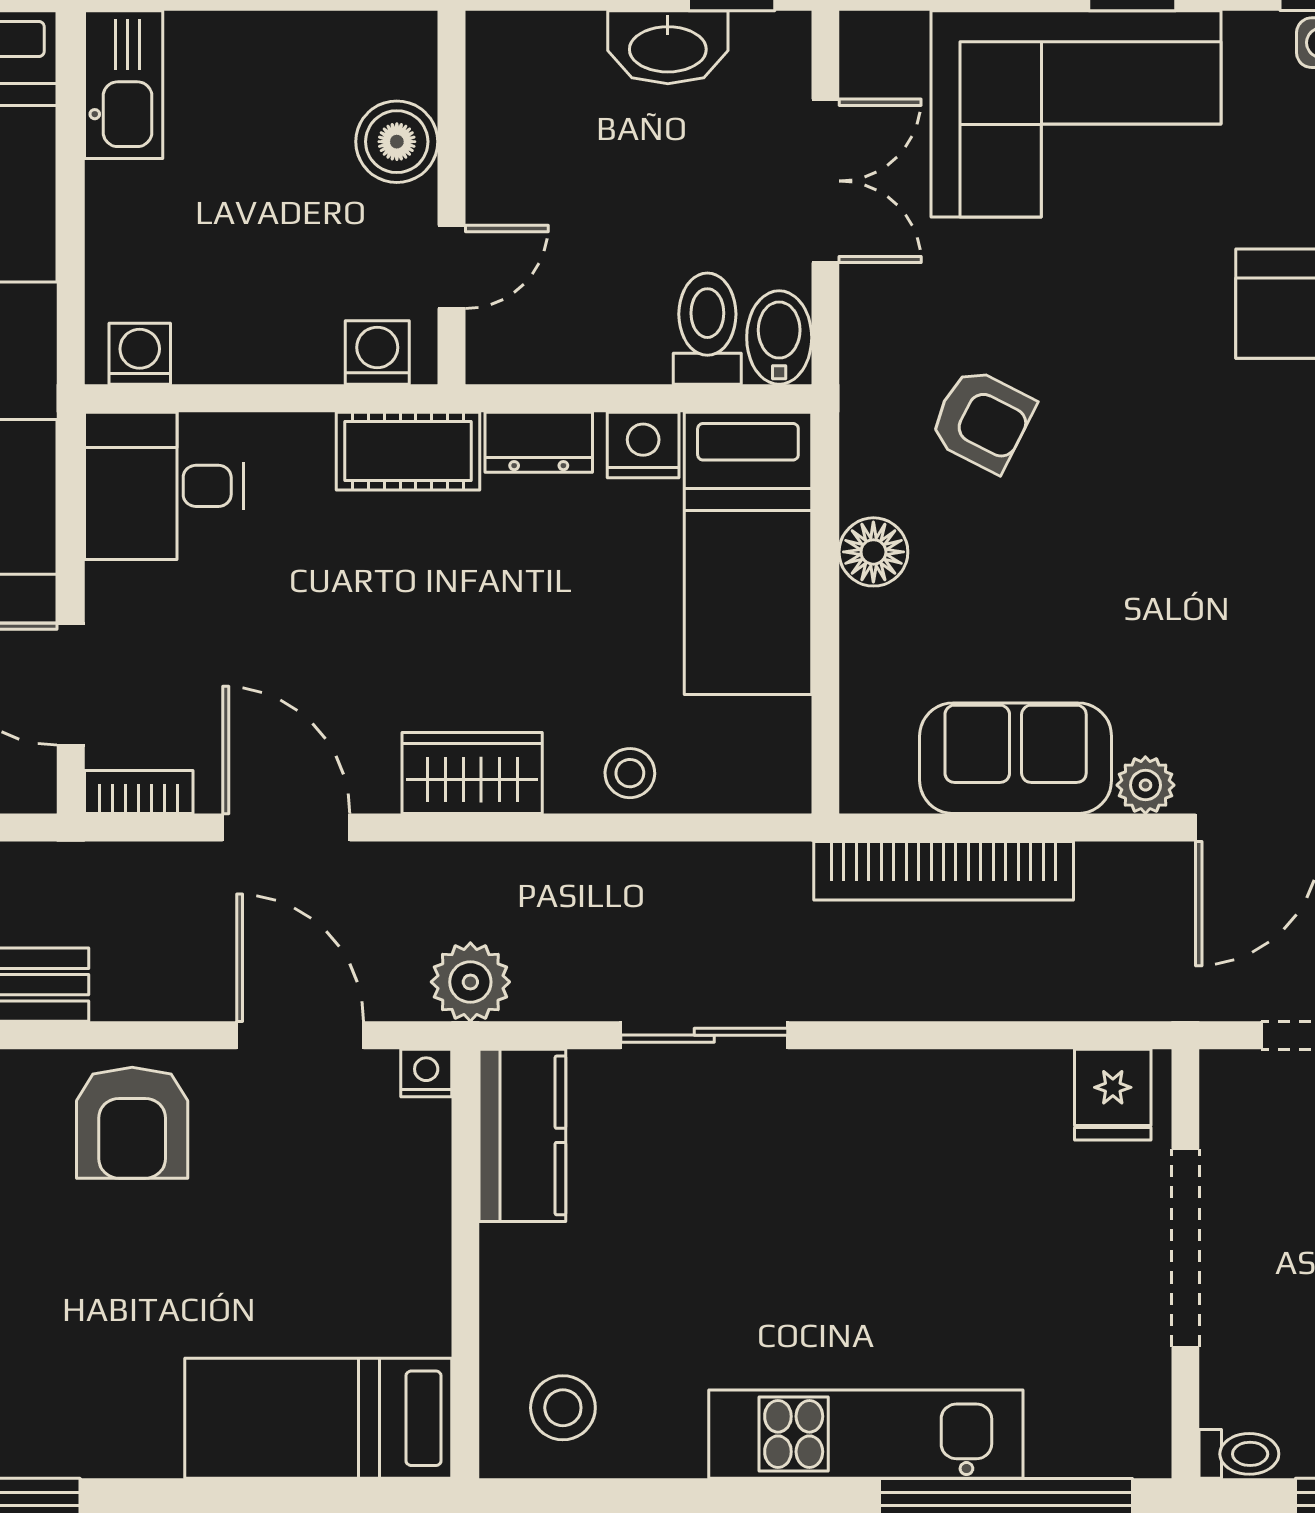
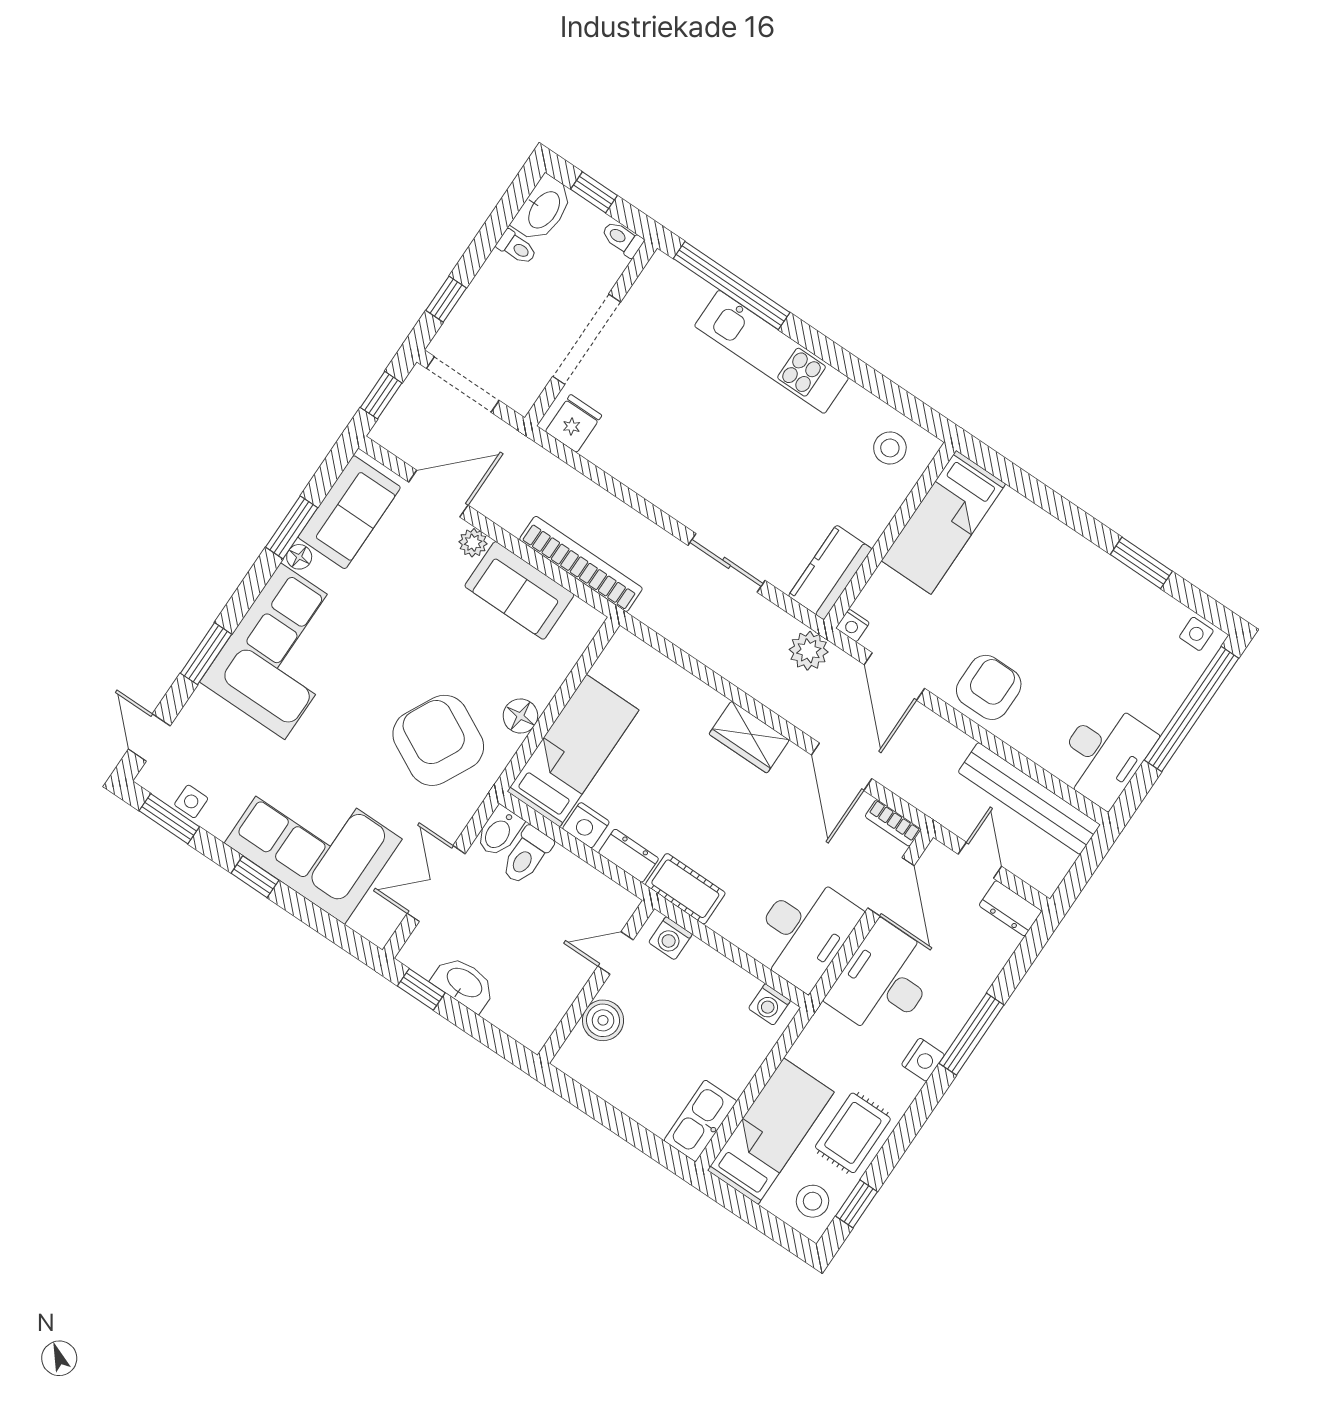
armchair: (982, 420) -> (438, 740), width x1.88, depth x1.88
desk: (164, 486) -> (804, 931), width x1.37
stool: (630, 773) -> (684, 693), removed
bed: (318, 1418) -> (943, 522), moved, turned 90

